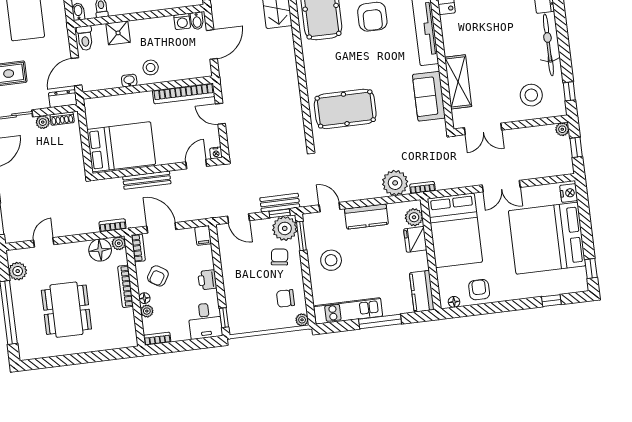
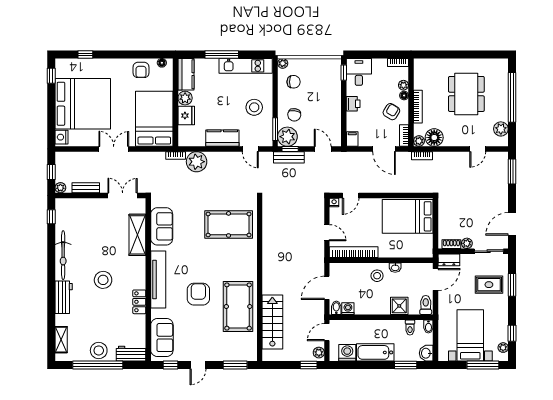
stool: (531, 95) -> (103, 280), moved
bench: (147, 180) -> (86, 188), moved, width x0.73
plant: (414, 217) -> (185, 98), moved

